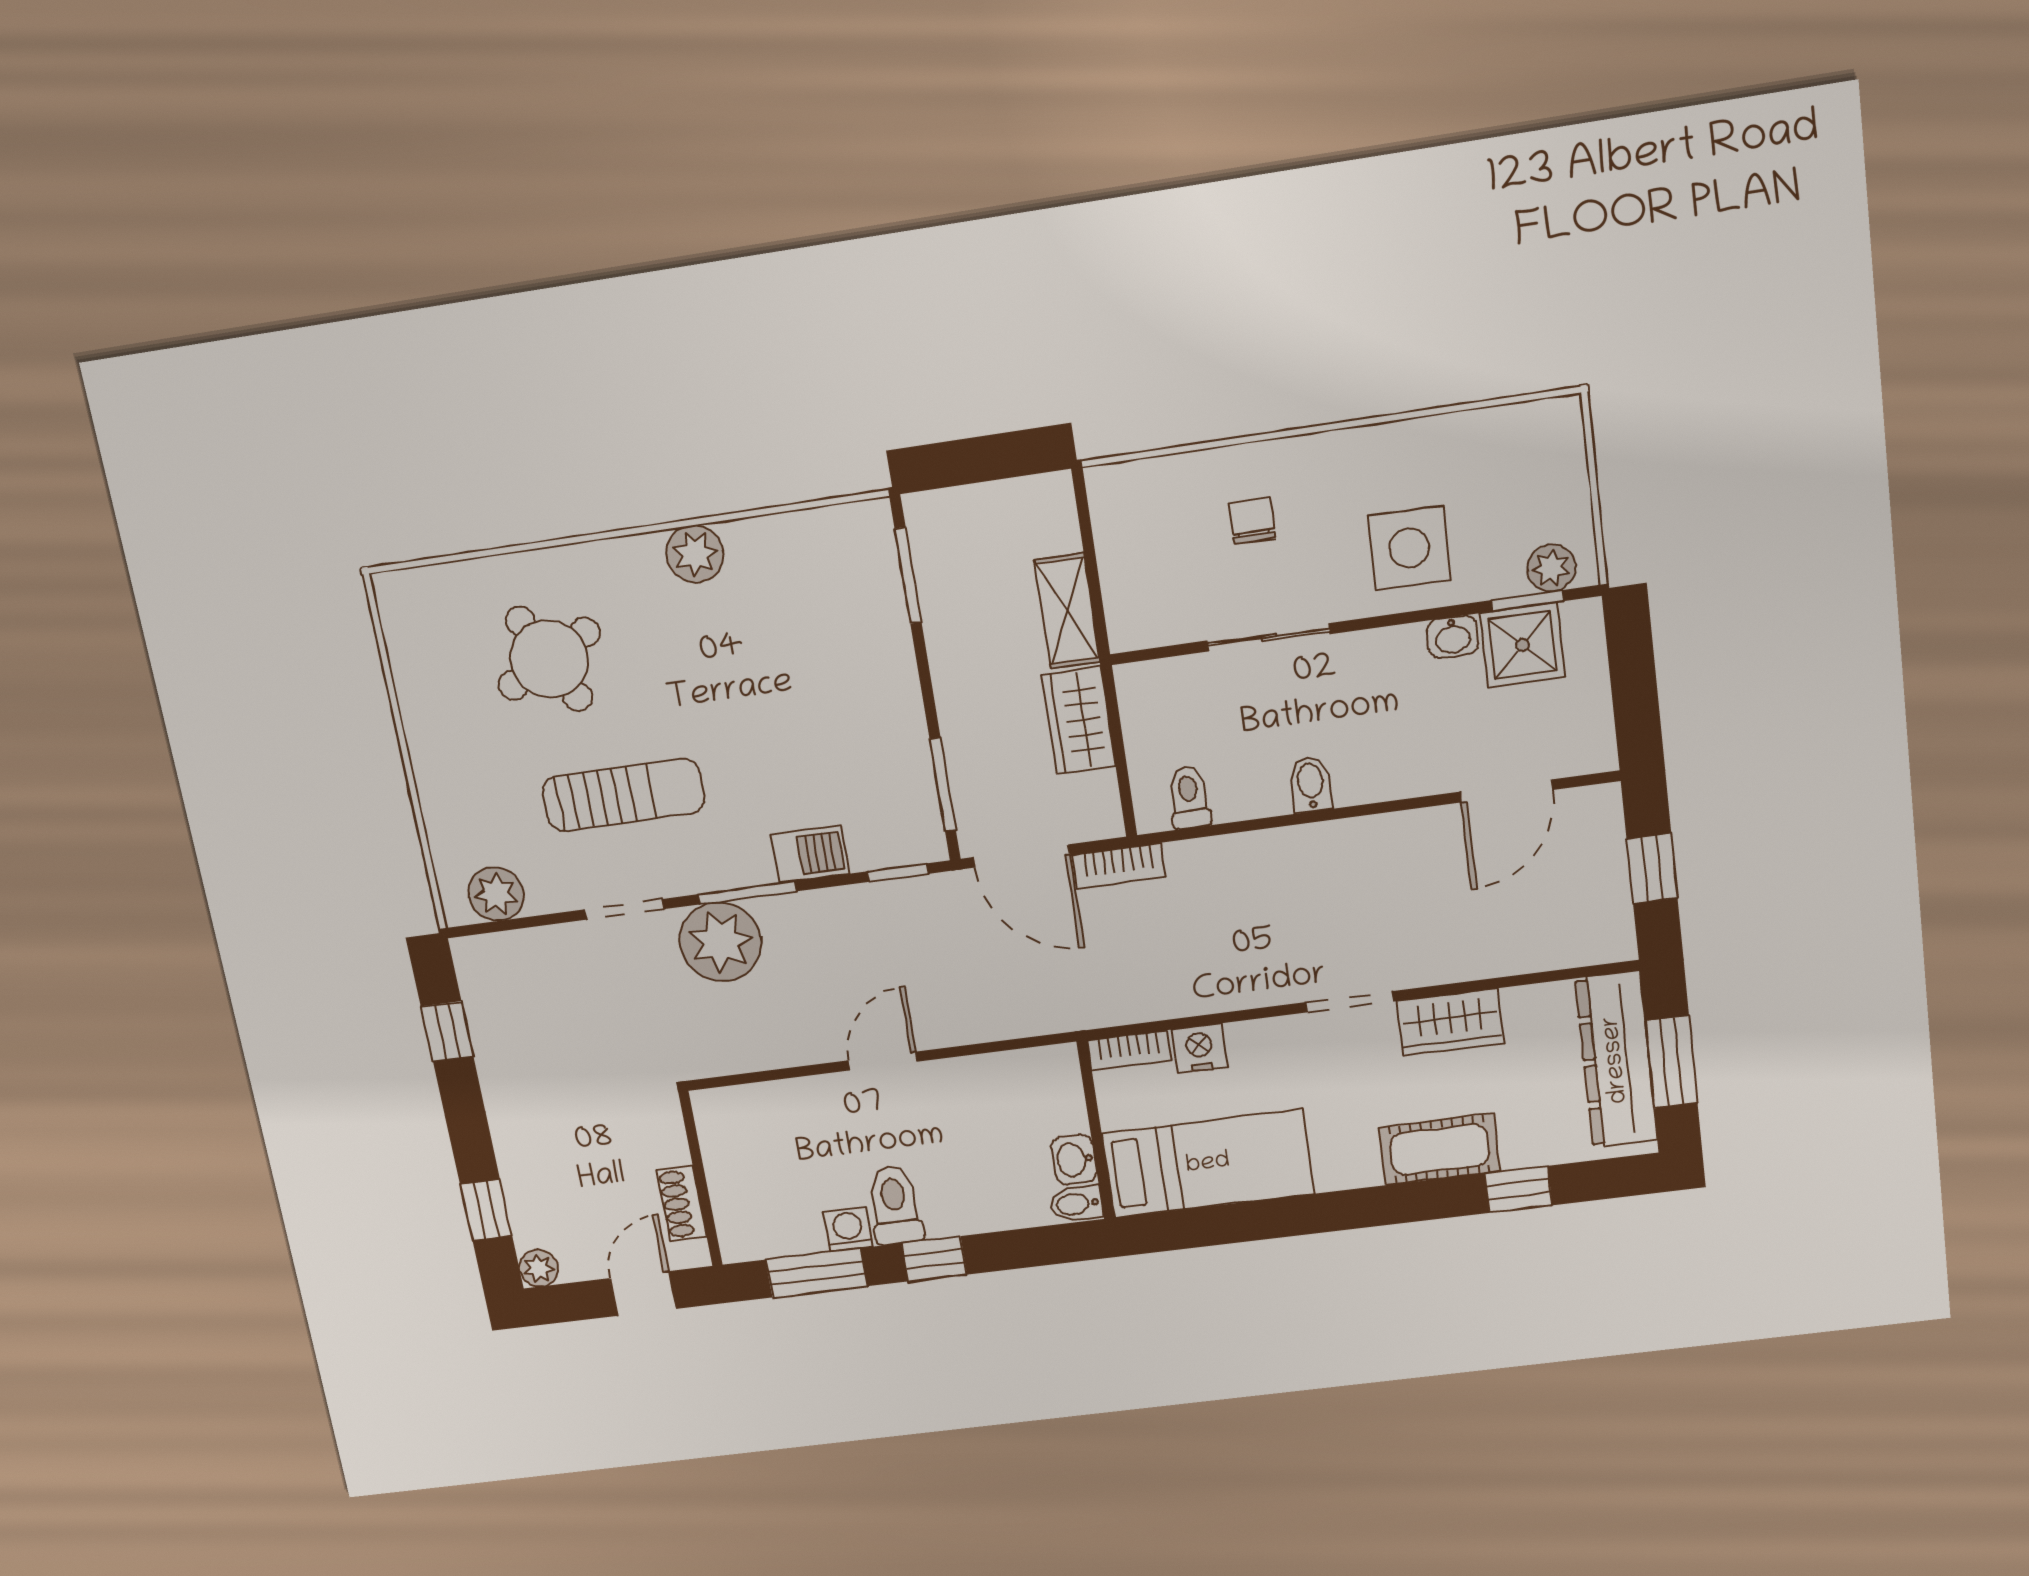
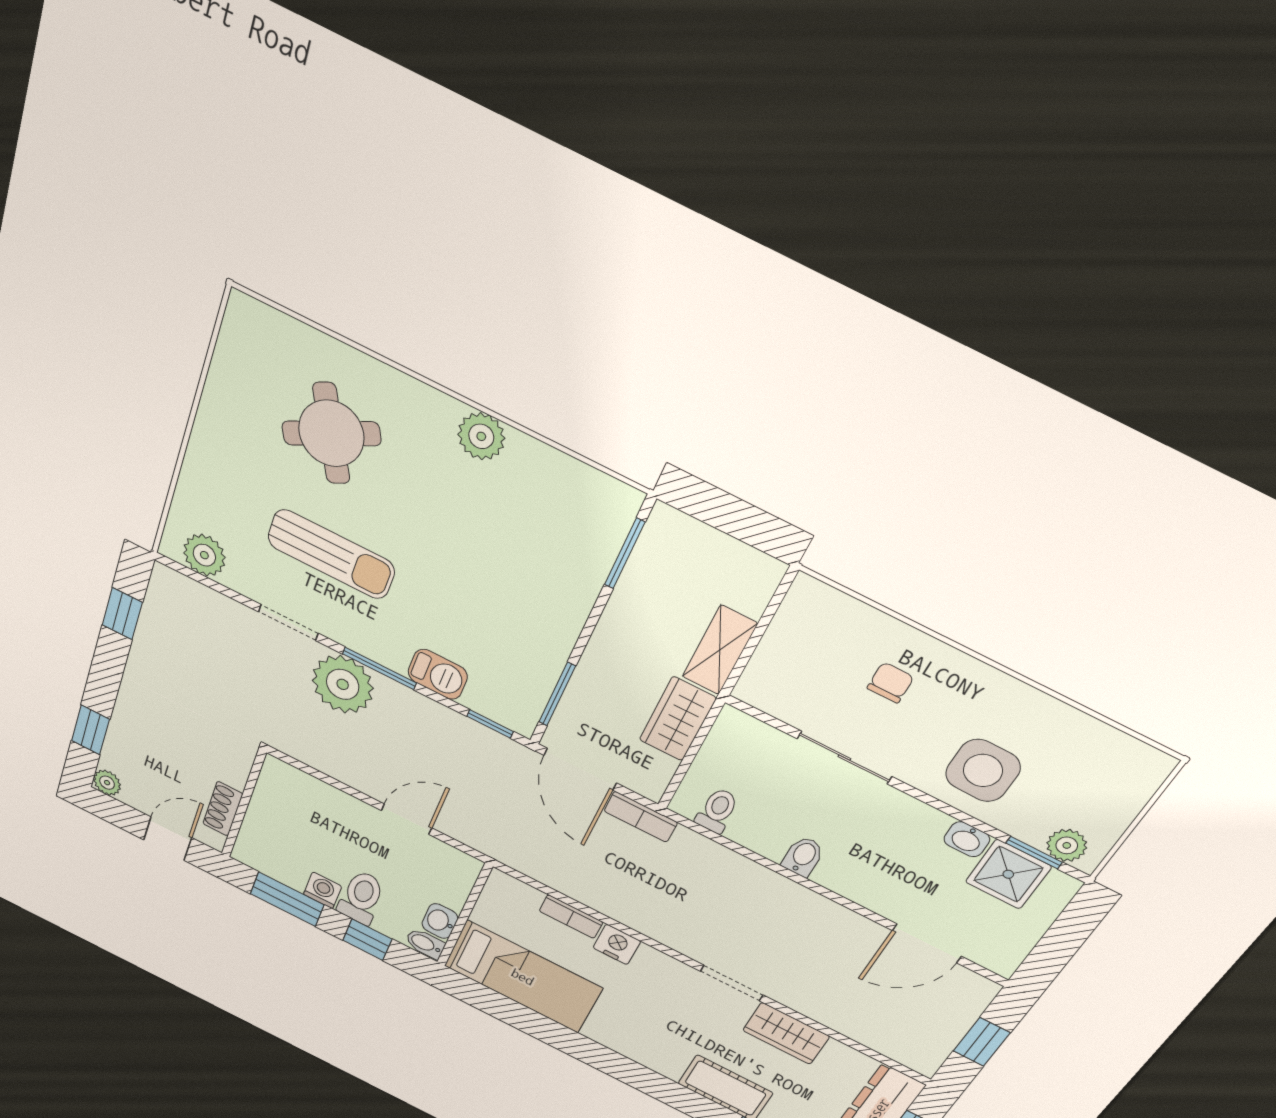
wall: (1096, 1130) -> (464, 915), moved
washbasin: (1074, 1159) -> (440, 921), moved
bed: (1208, 1164) -> (523, 977), moved
bidet: (1076, 1204) -> (425, 944), moved

